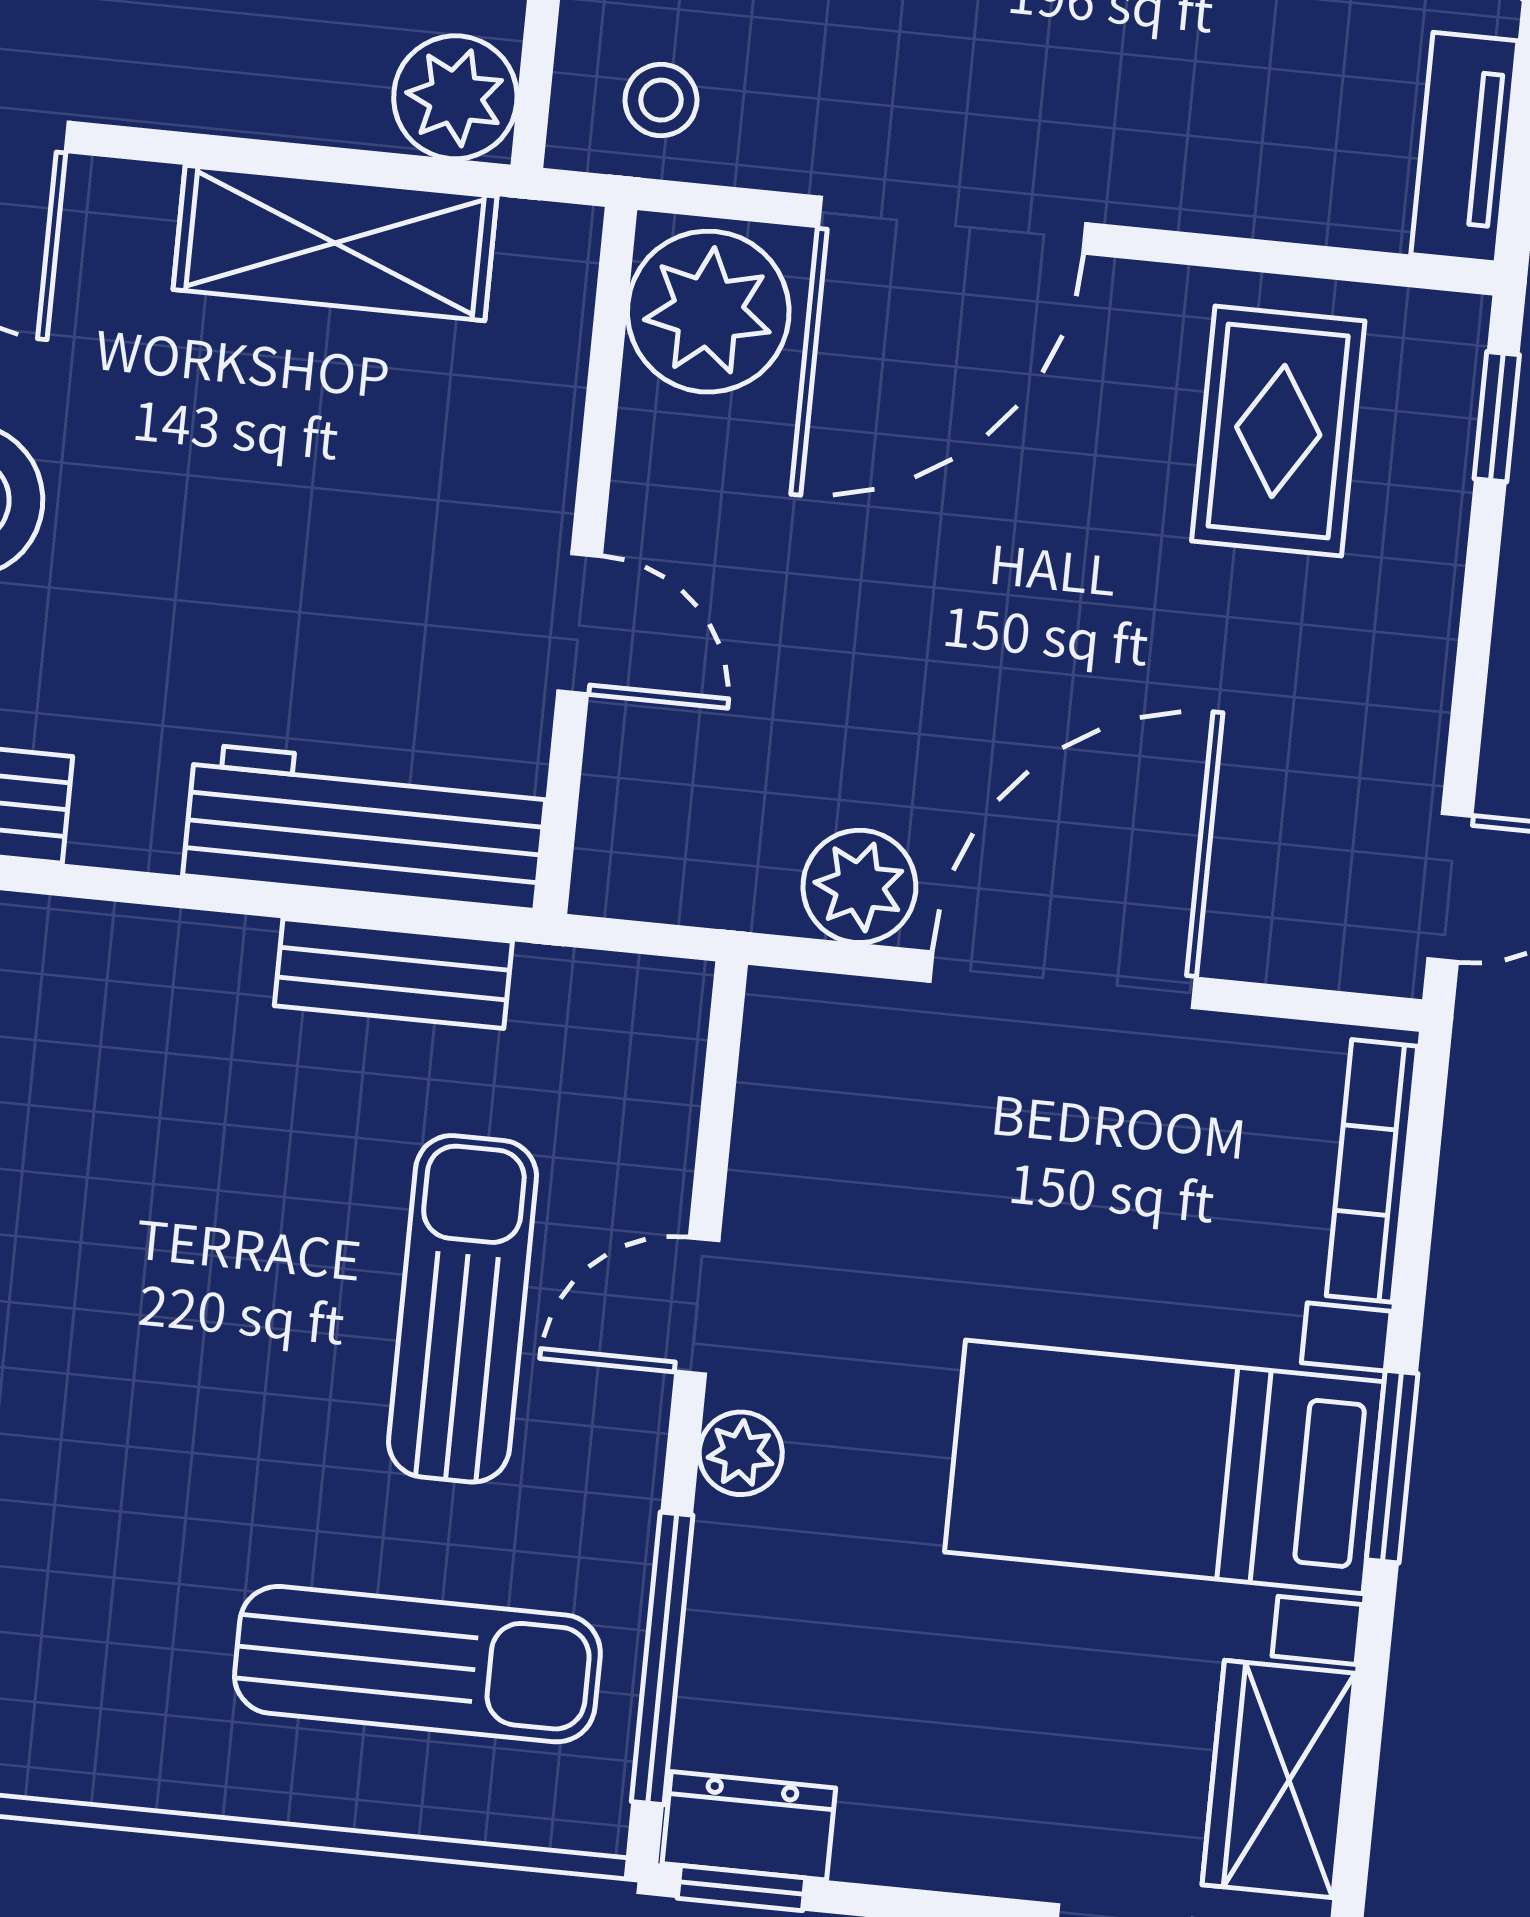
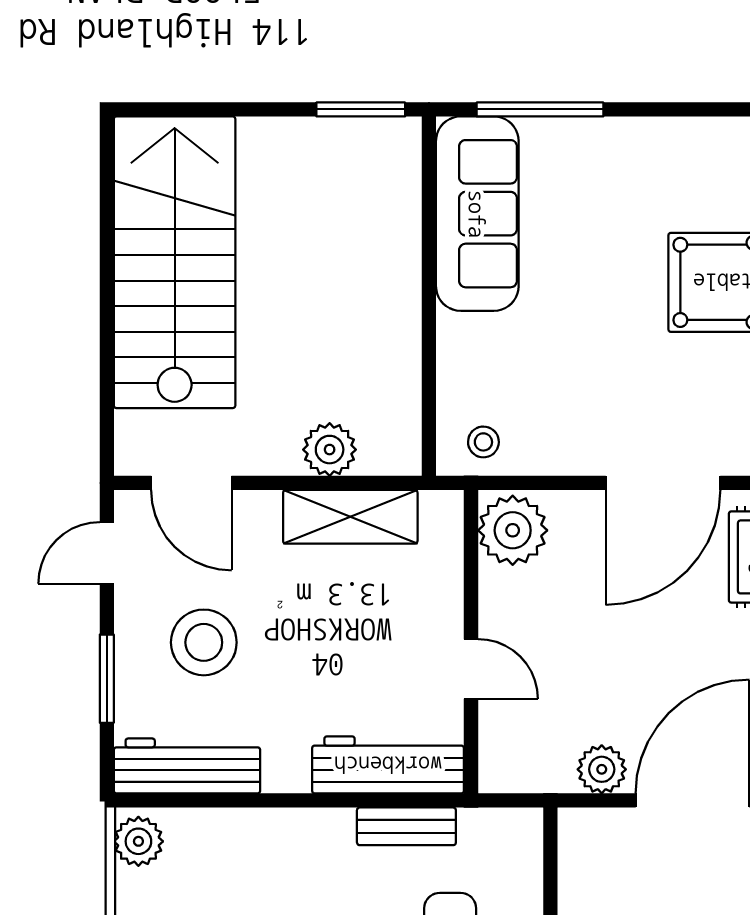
plant: (455, 97) -> (330, 450), moved
door: (952, 225) -> (663, 483), moved

